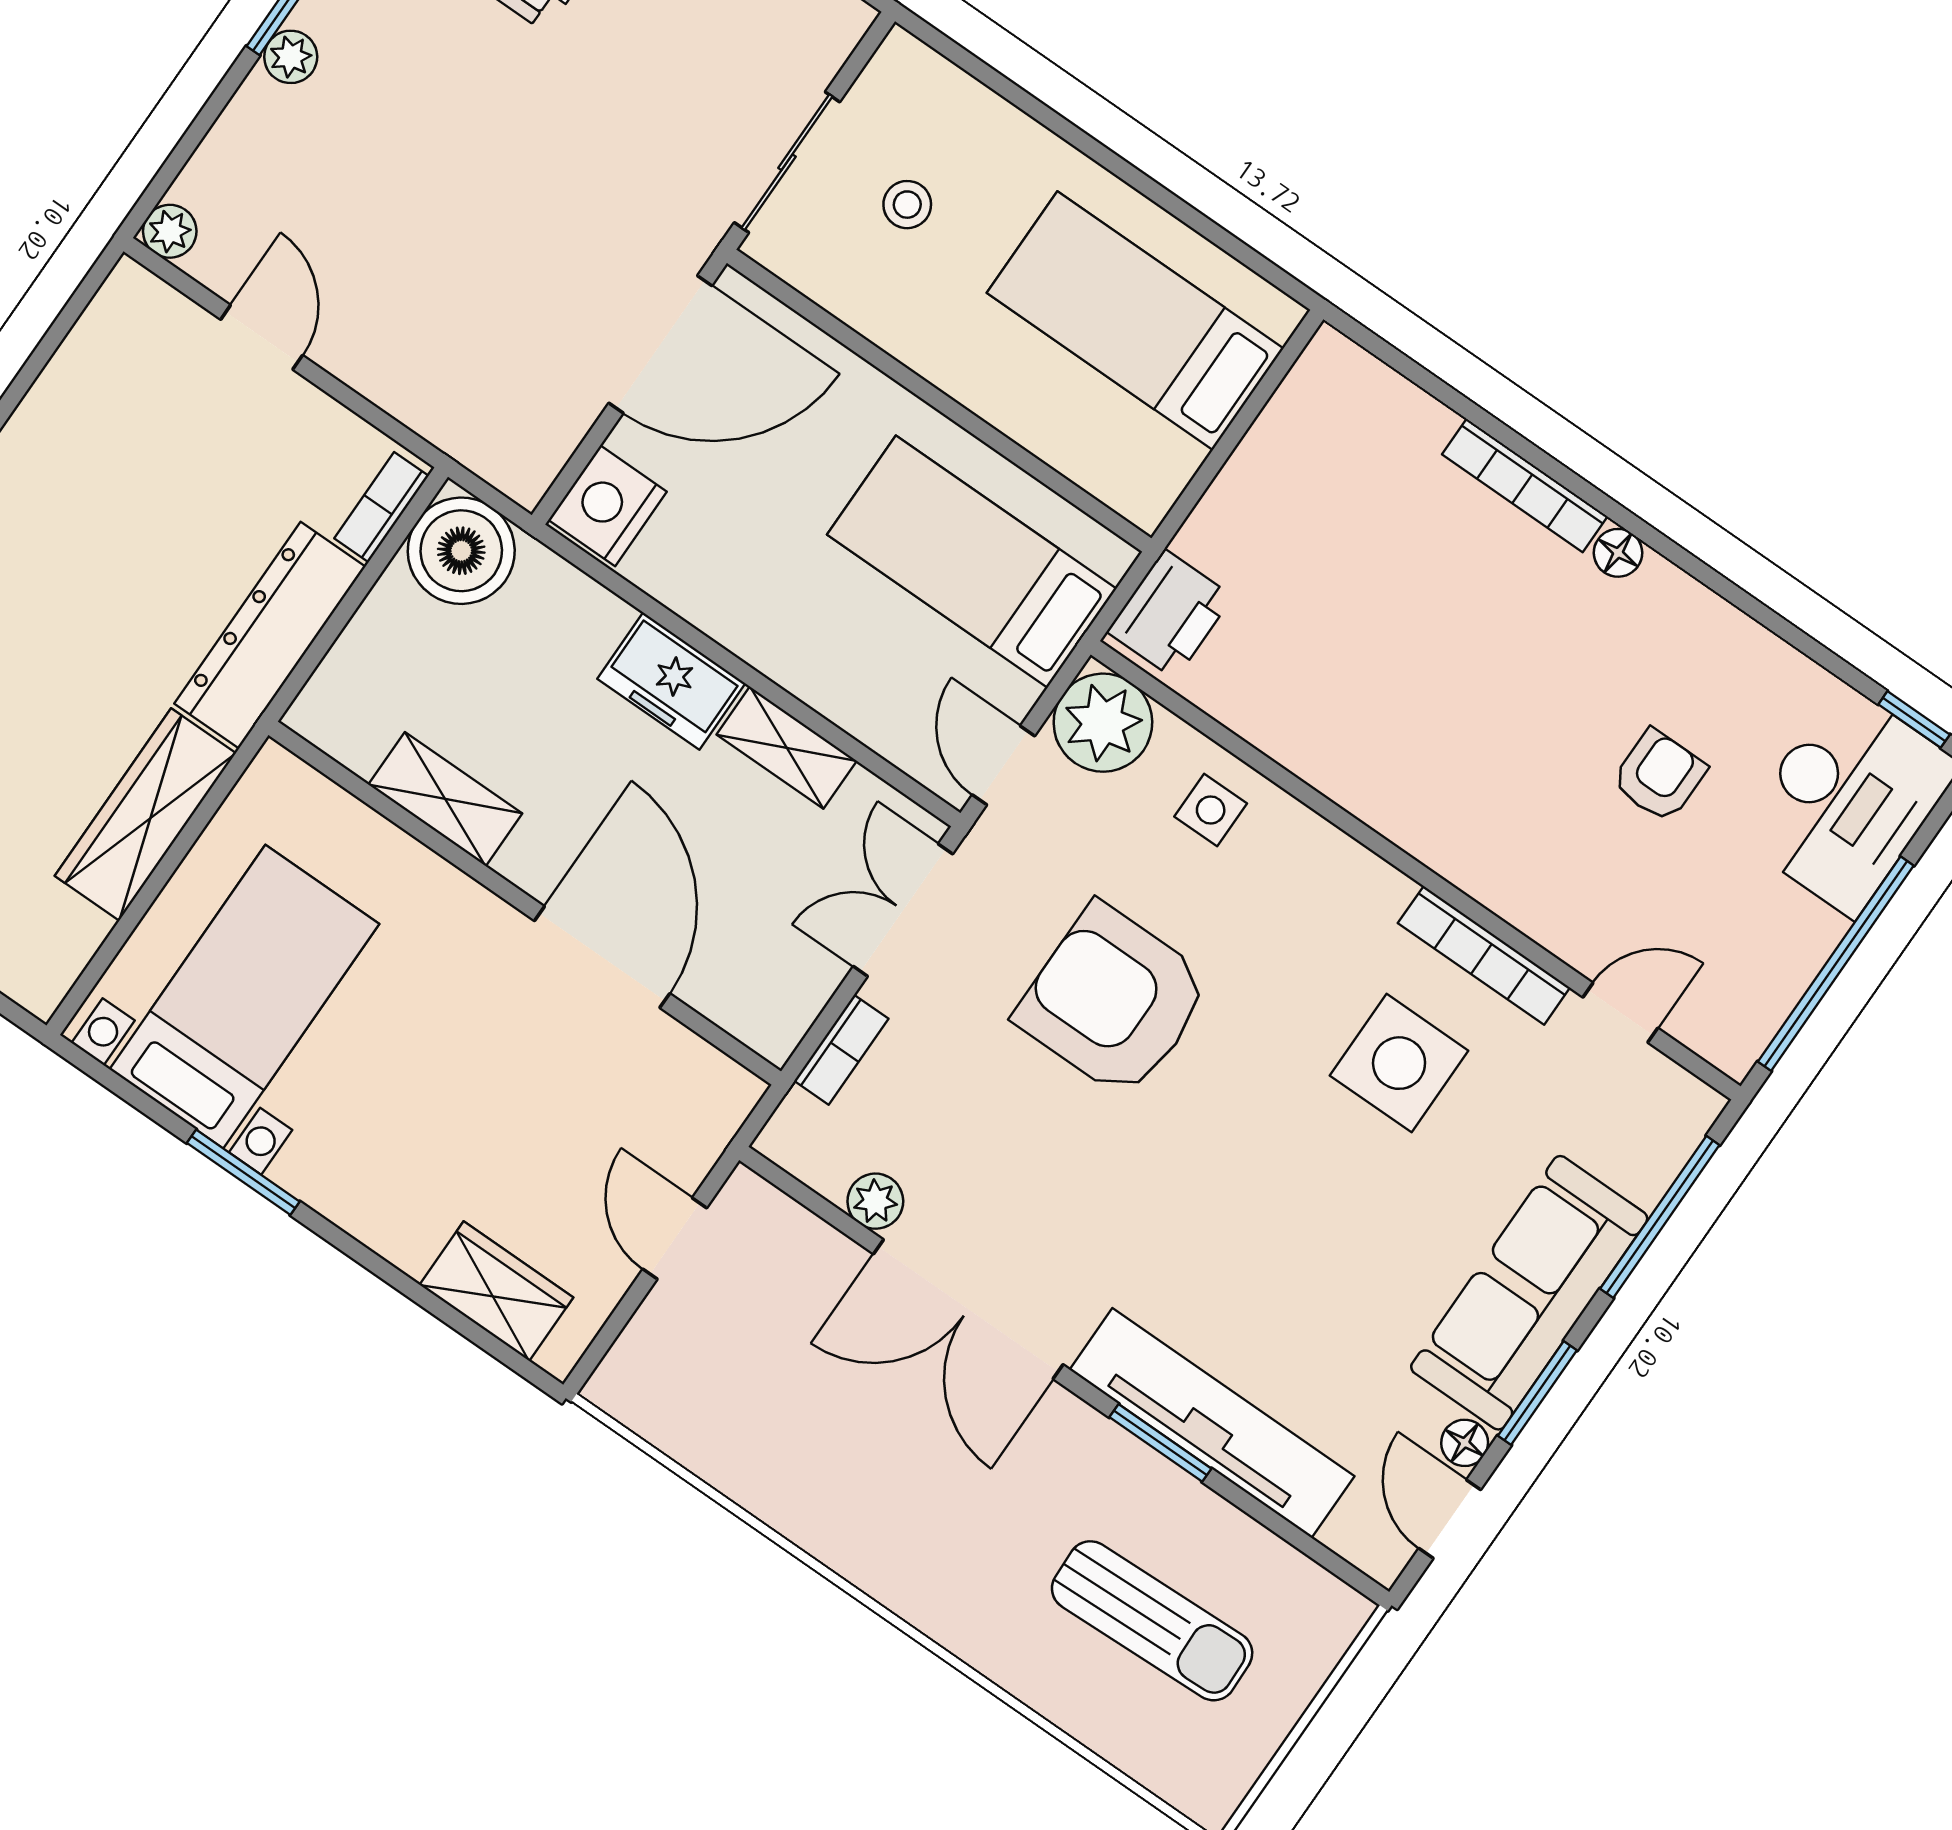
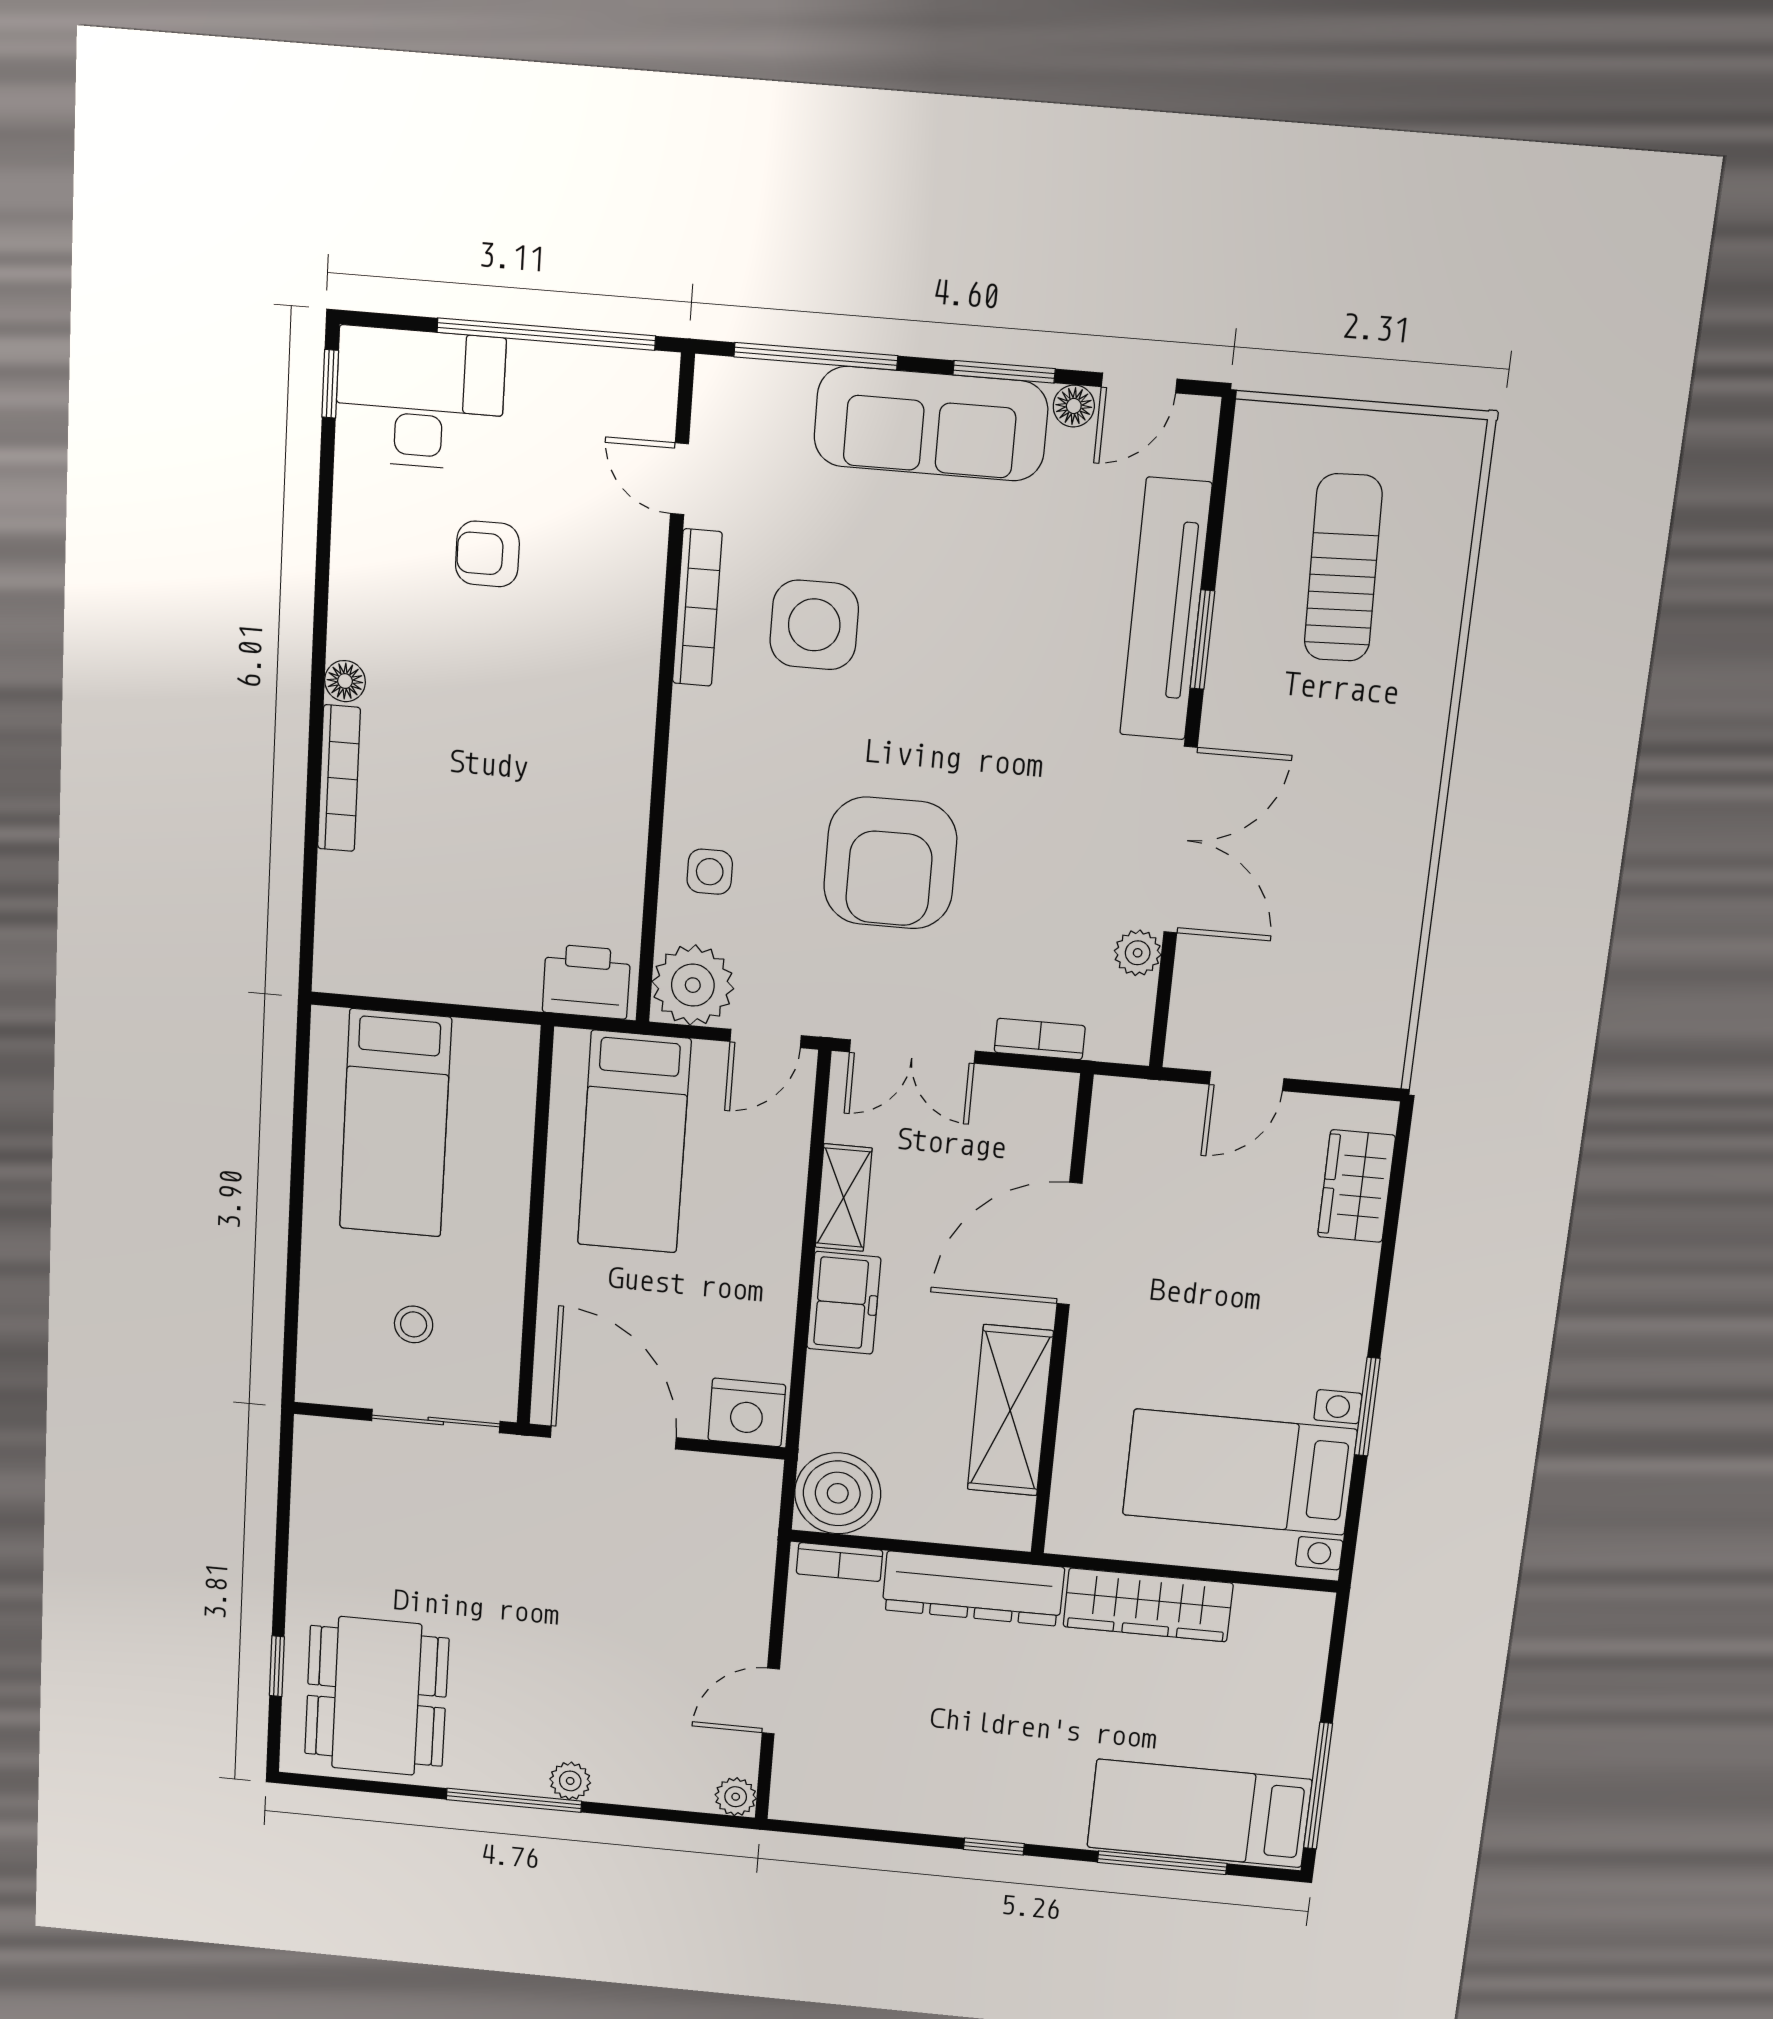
shelving: (445, 799) -> (1010, 1410), width x1.50, depth x1.33

